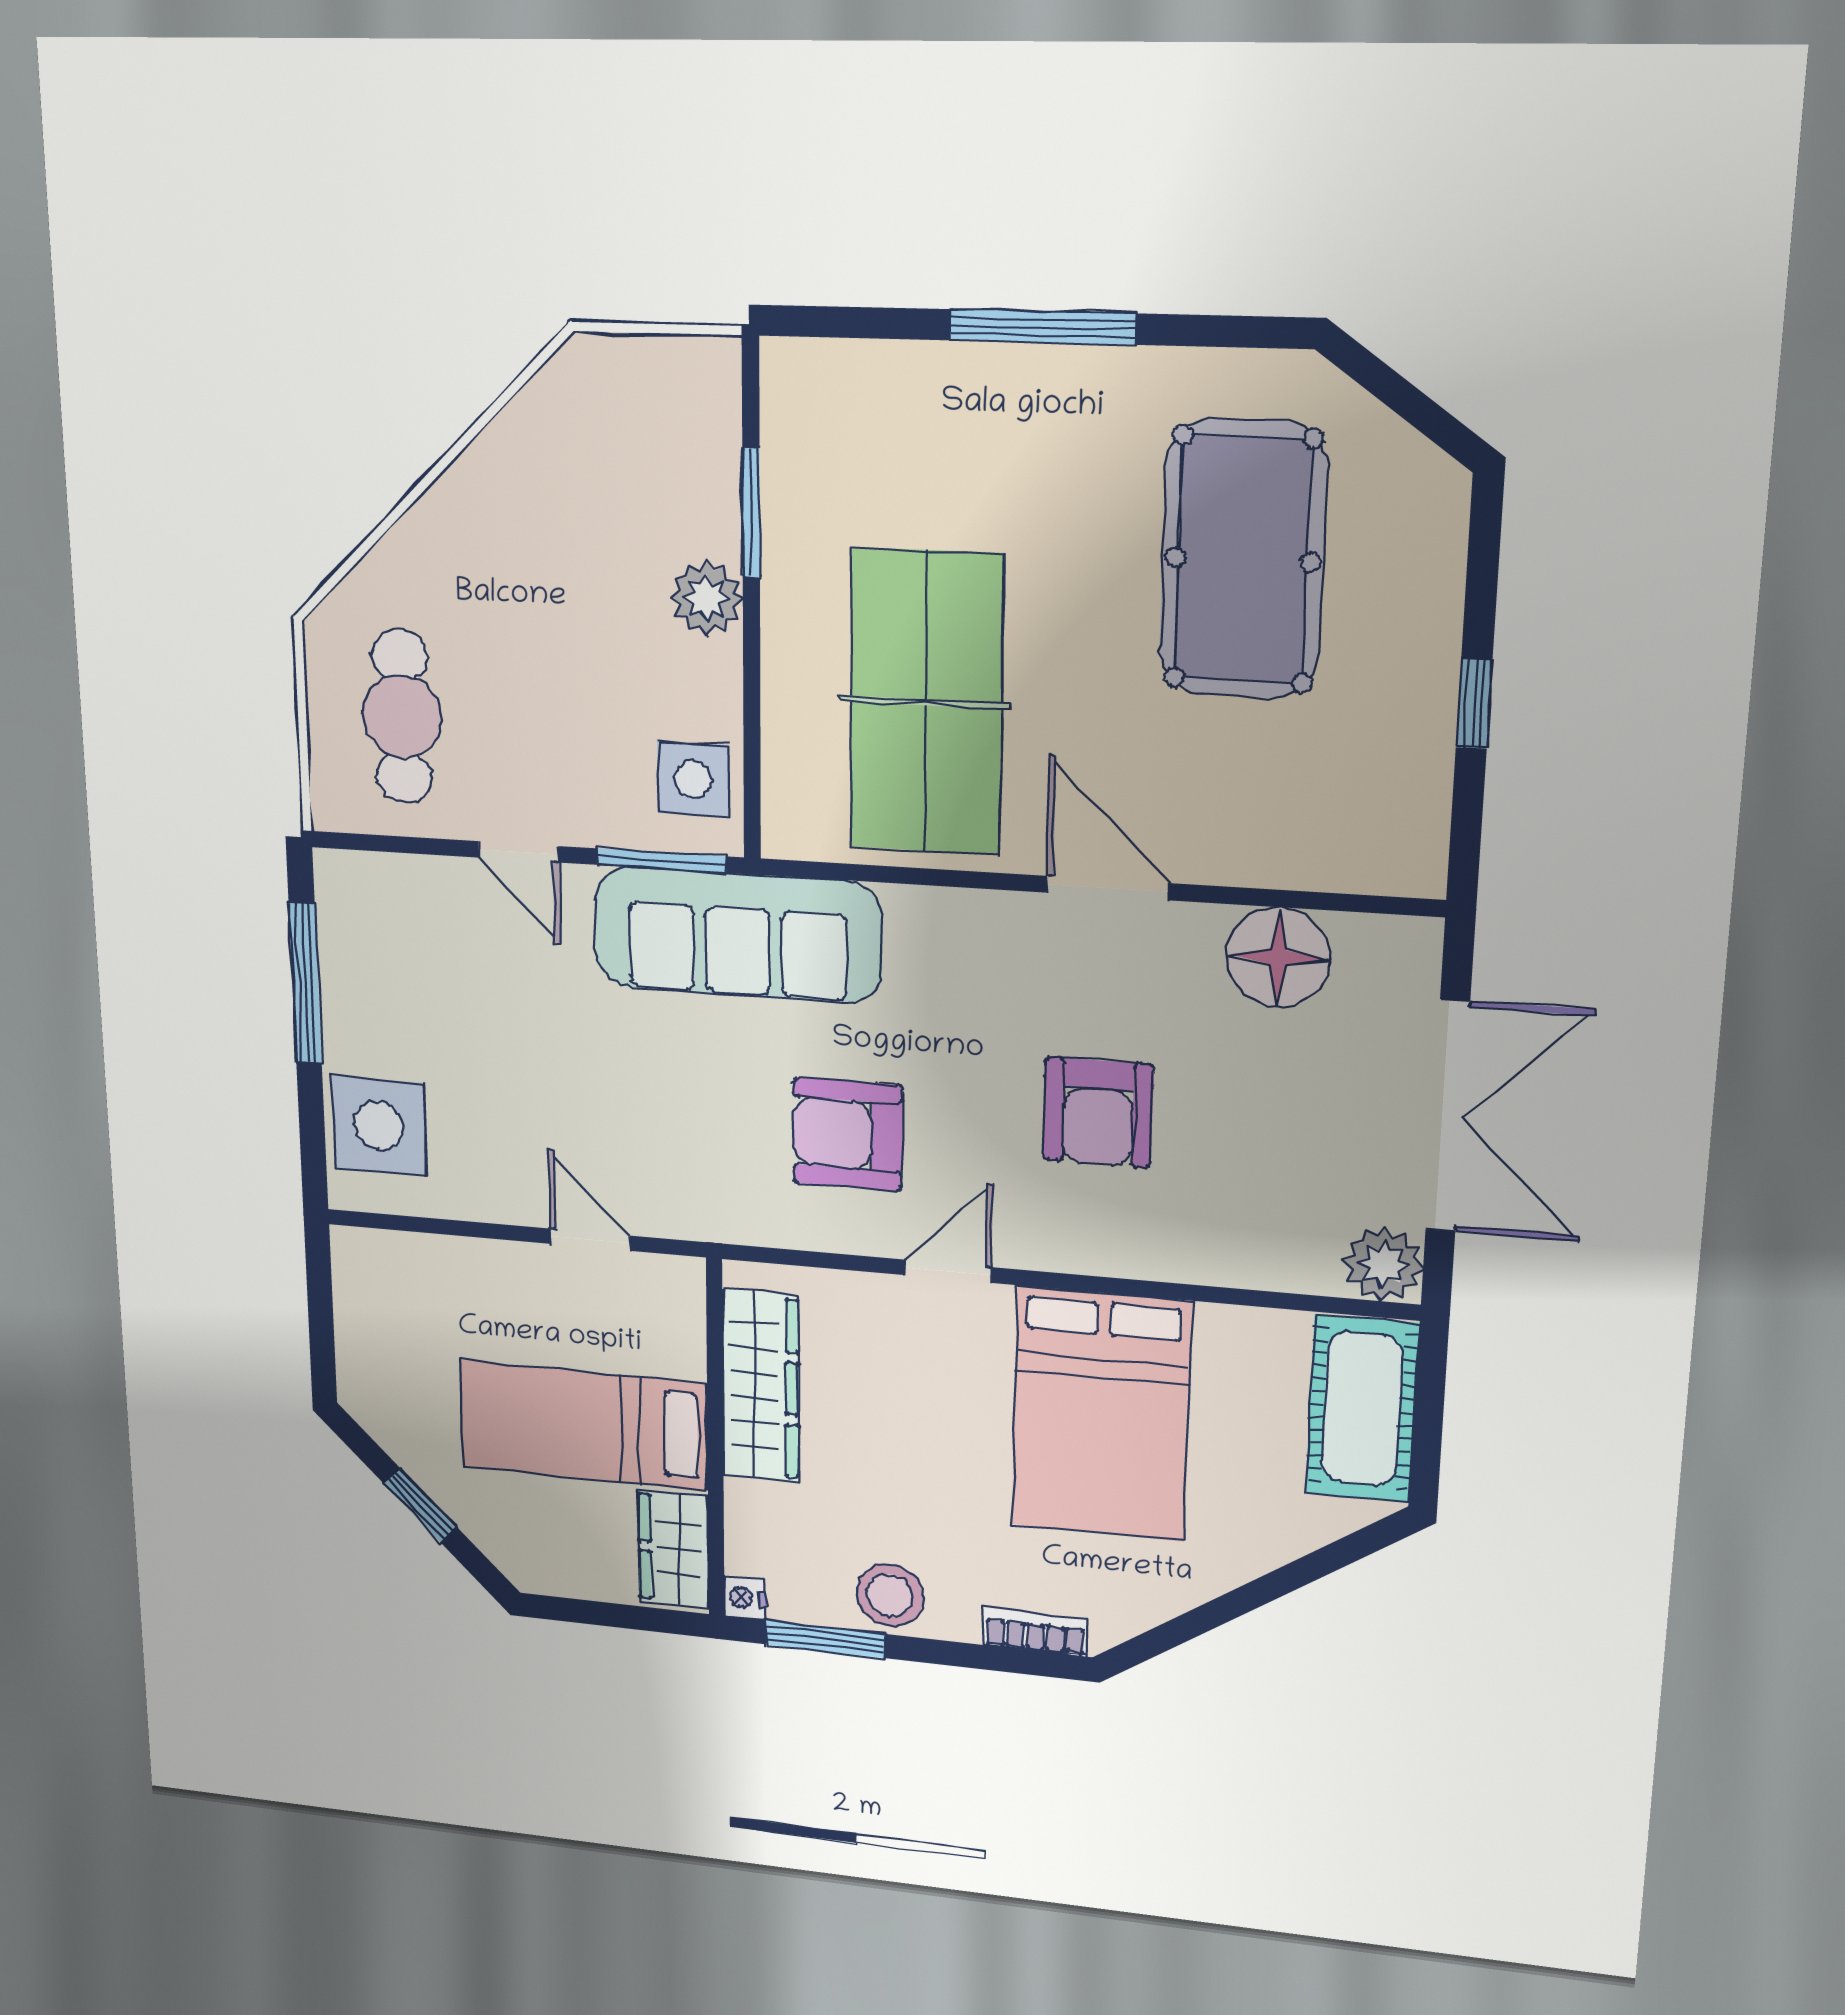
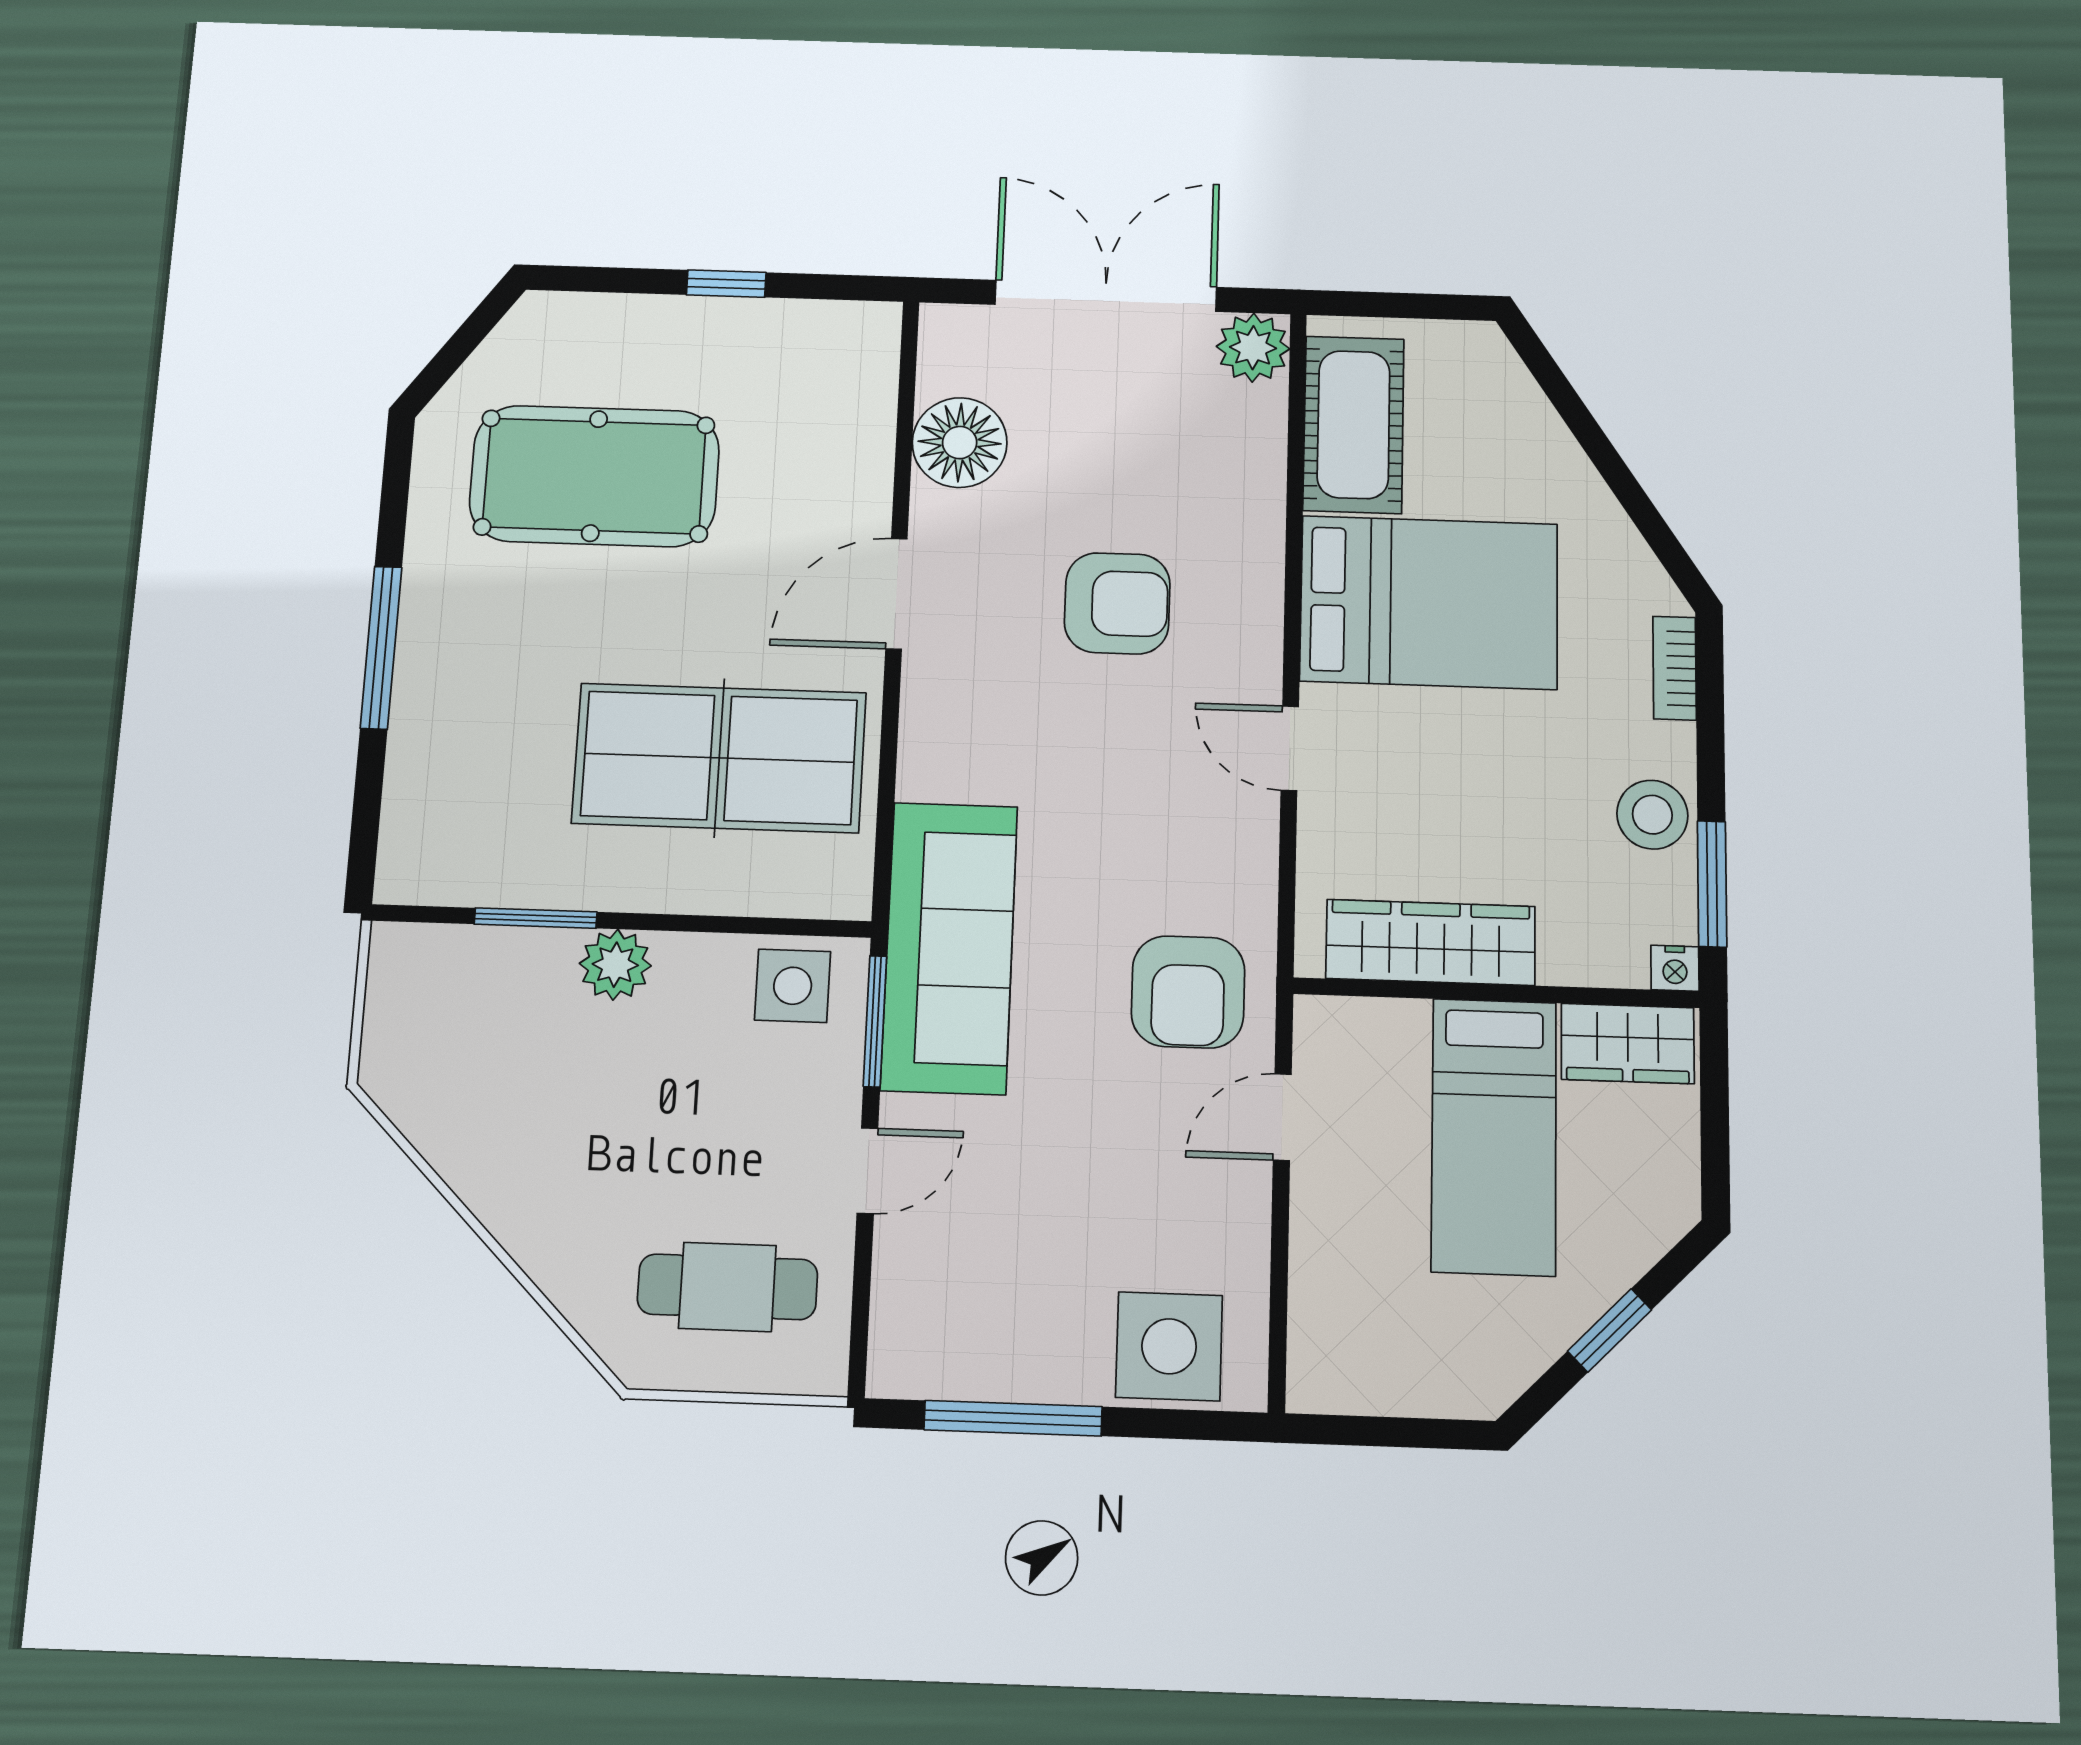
armchair: (848, 1134) -> (1188, 992), moved
cot: (1362, 1409) -> (1354, 425), moved, turned 90

